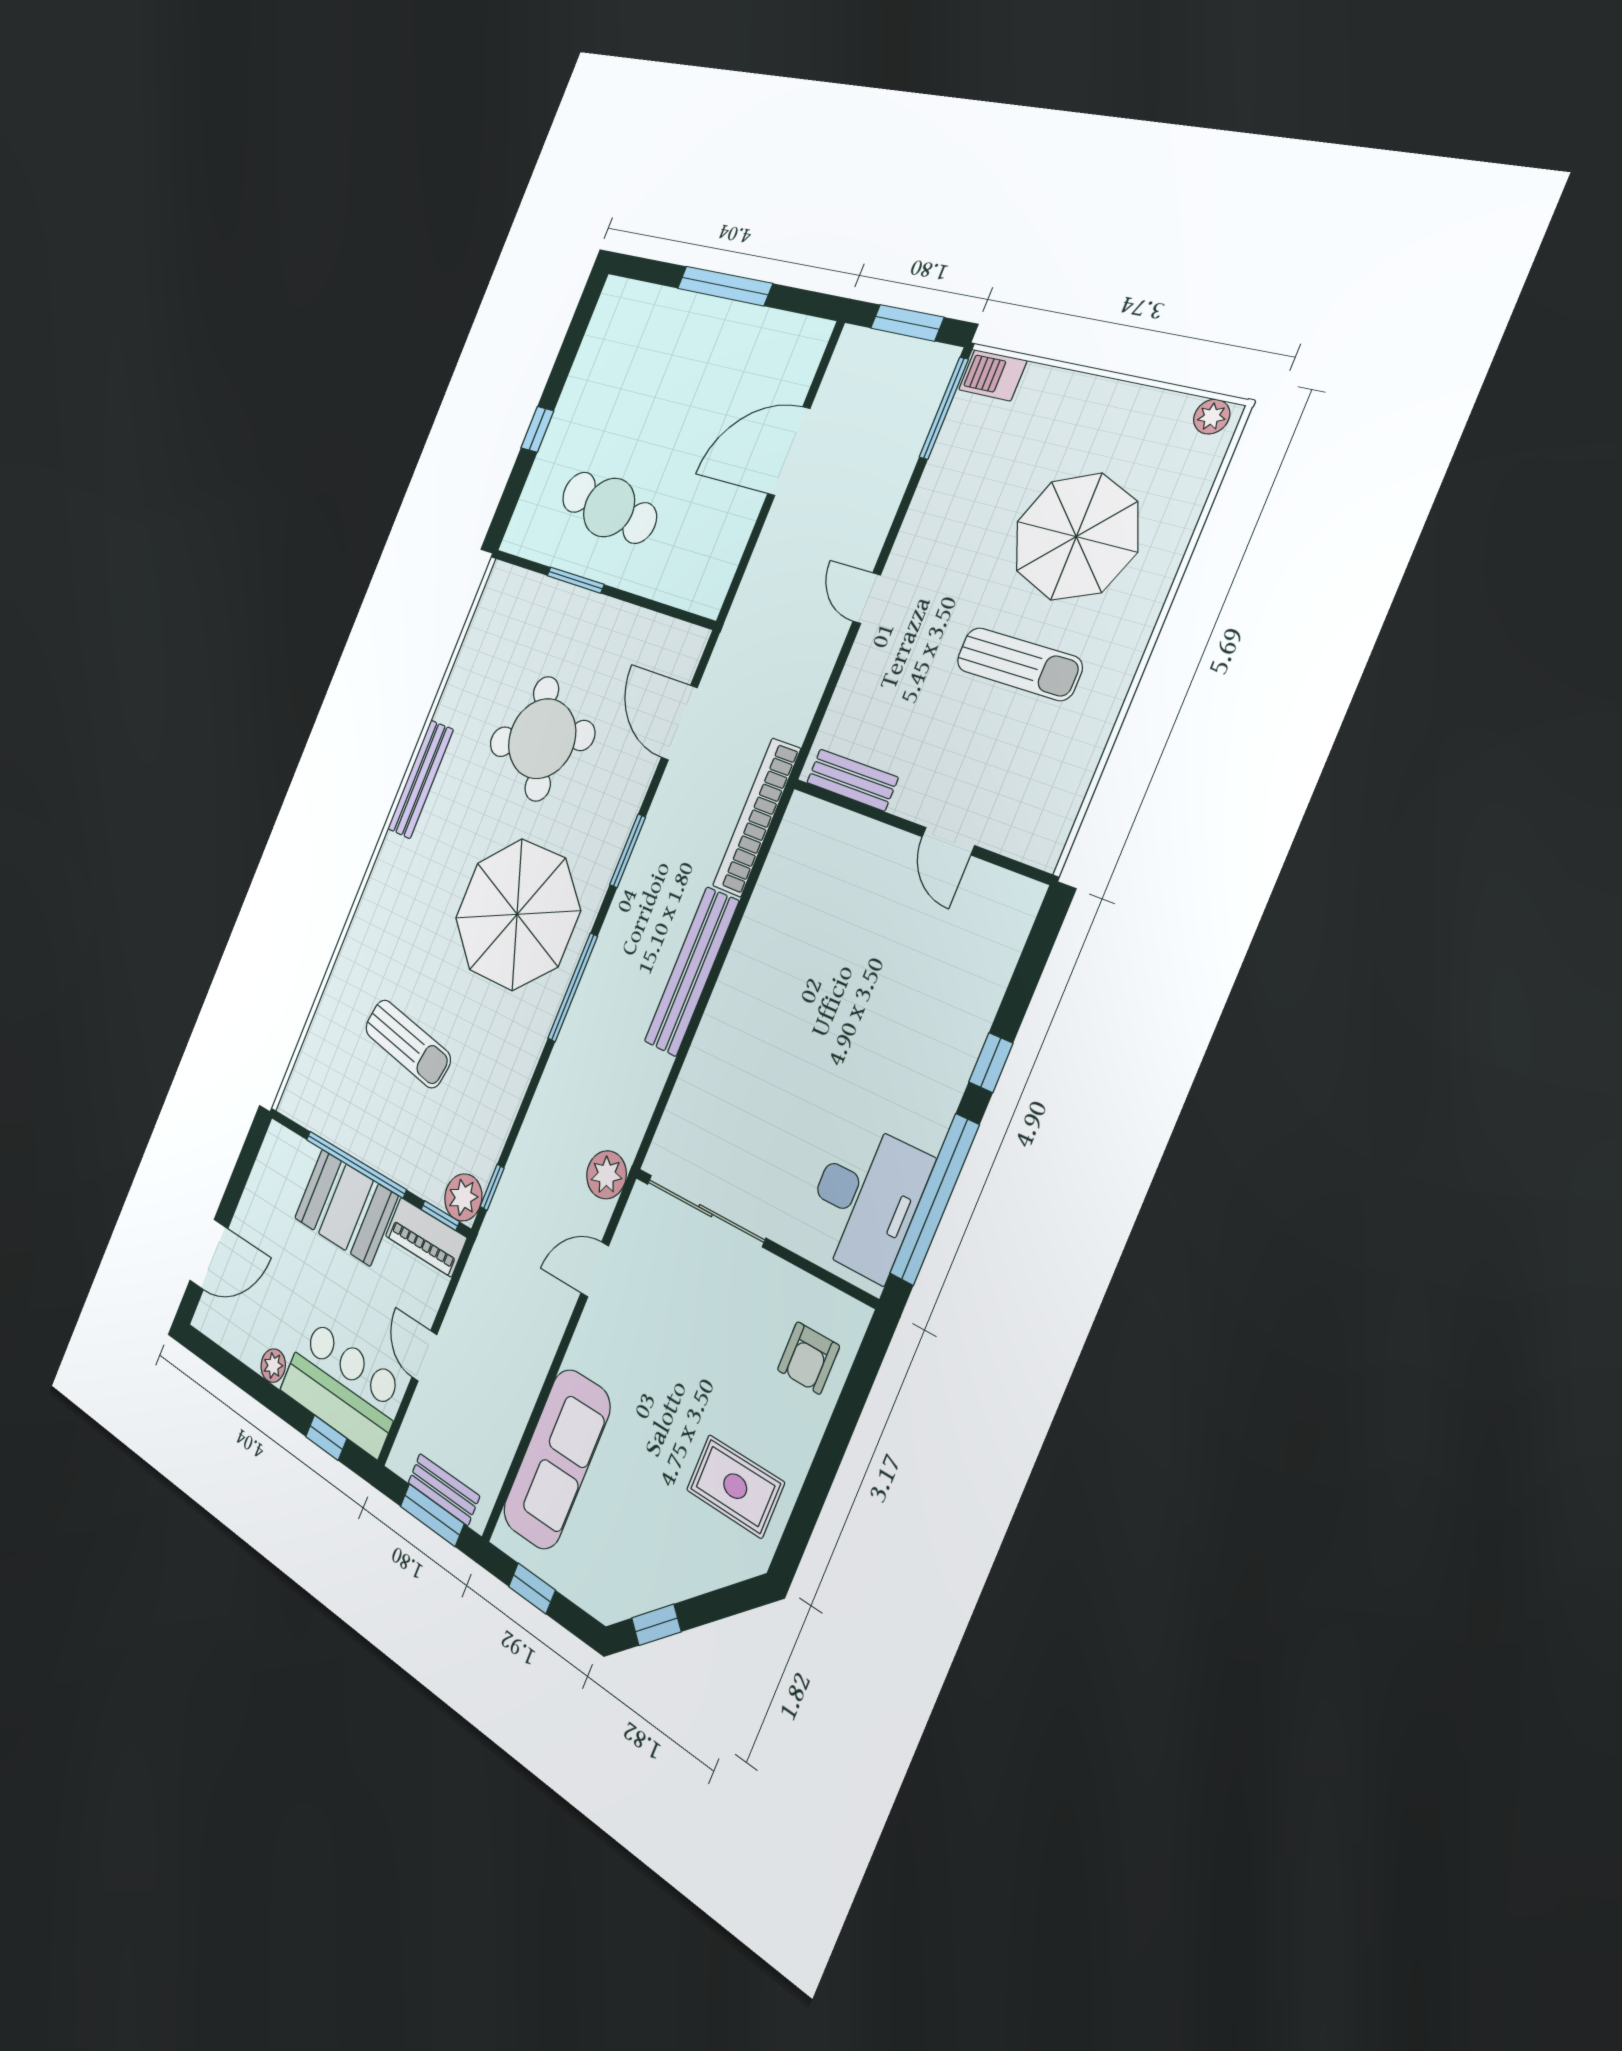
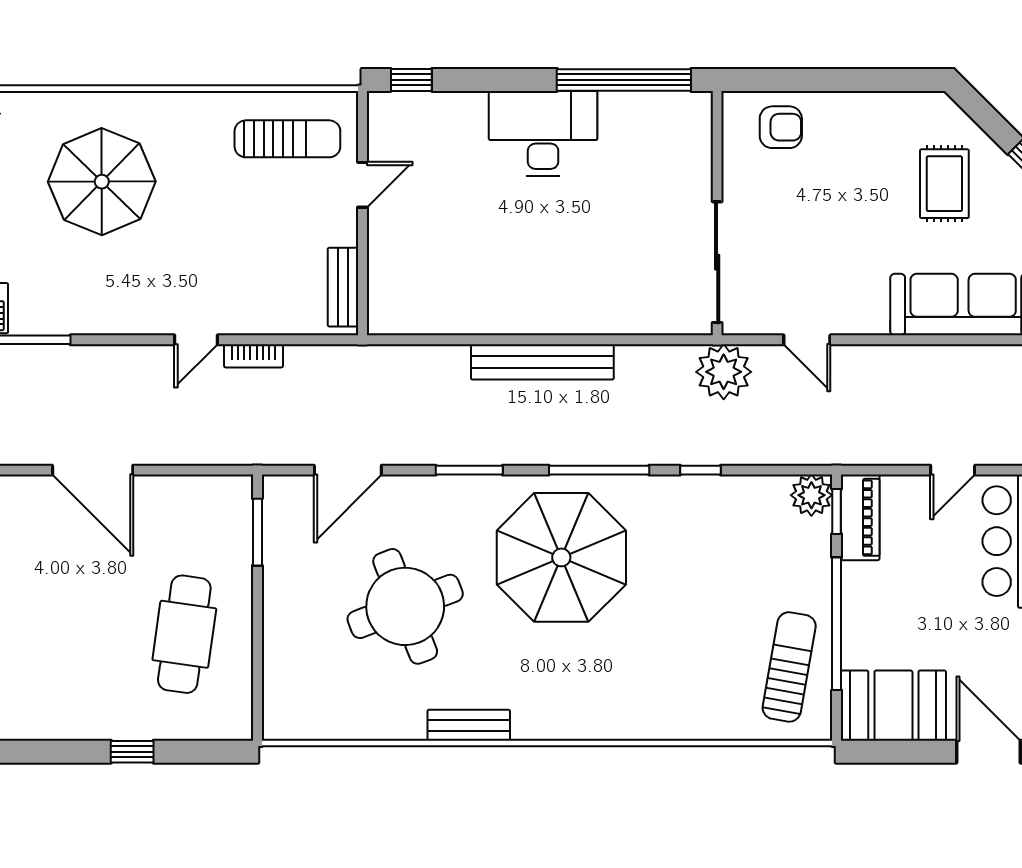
window: (575, 580) -> (257, 532), moved
sun lounger: (1019, 664) -> (287, 139), moved, turned 90
bench: (420, 779) -> (469, 725), width x0.73
bookcase: (757, 817) -> (253, 356), moved, width x0.43, depth x0.76
sun lounger: (408, 1044) -> (789, 667), moved
window: (991, 1063) -> (411, 80), moved
plant: (606, 1175) -> (724, 372), width x1.36, depth x1.36
window: (492, 1187) -> (700, 470), moved
desk: (865, 1200) -> (543, 133), moved
booth: (346, 1207) -> (893, 706), moved, turned 90
rug: (735, 1486) -> (944, 184), moved

